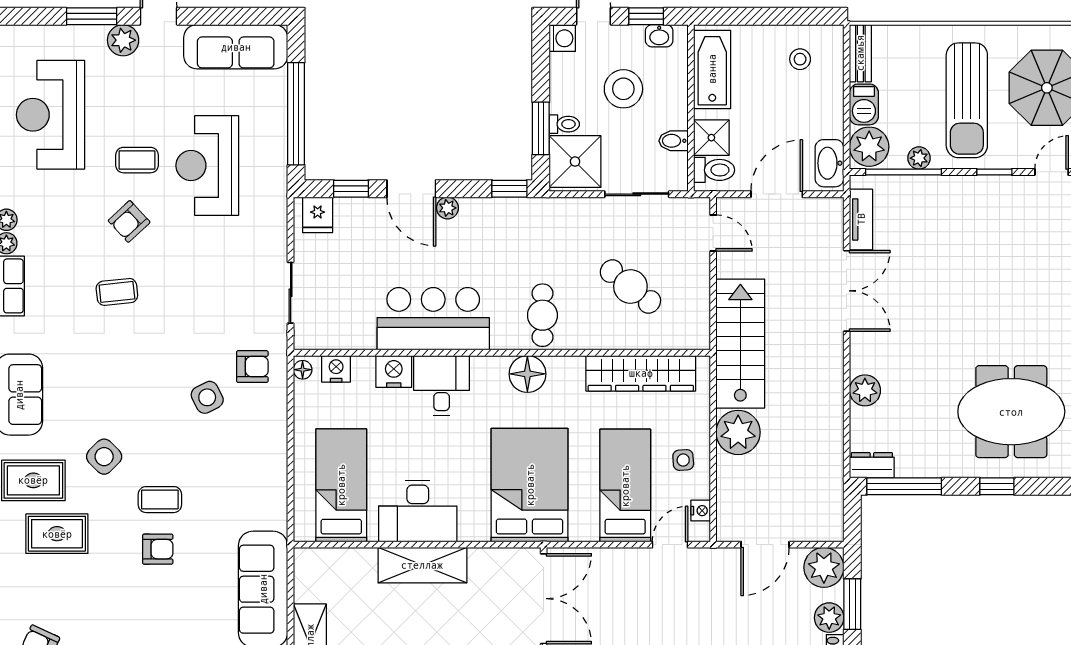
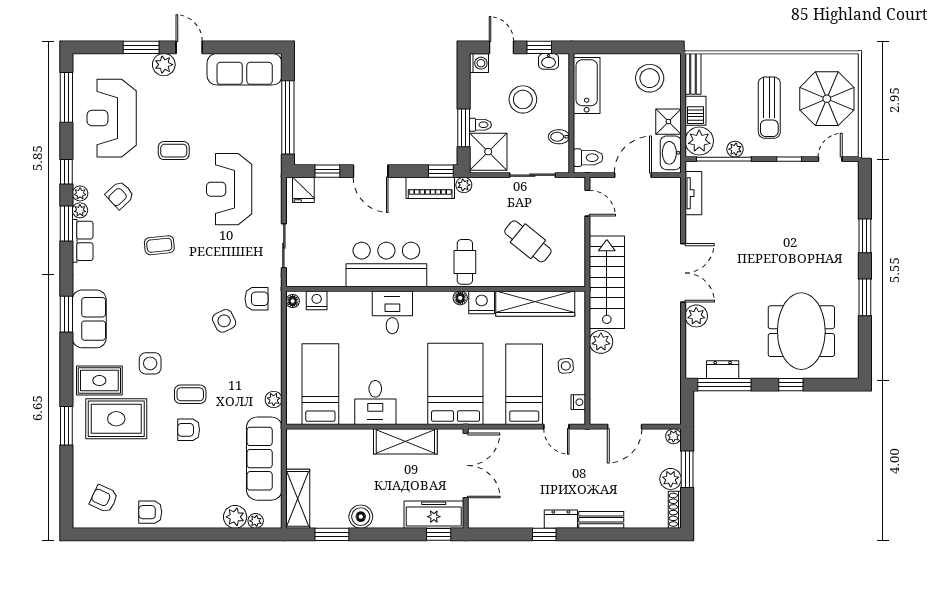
stool: (800, 59) -> (650, 78), width x1.89, depth x1.89
sun lounger: (967, 100) -> (769, 108), width x0.73, depth x0.75
shower: (711, 138) -> (668, 122), moved
reception desk: (207, 166) -> (229, 189), moved
plant: (447, 208) -> (464, 185), moved
piano: (494, 212) -> (430, 188), added
armchair: (129, 221) -> (120, 195), moved
double door: (847, 291) -> (683, 273), moved
nightstand: (394, 371) -> (482, 302), moved
floor lamp: (527, 374) -> (460, 298), width x0.53, depth x0.53
meeting table: (1011, 412) -> (801, 331), turned 90
plant: (738, 432) -> (601, 342), width x0.73, depth x0.73
side table: (104, 457) -> (150, 363), turned 45
dresser: (872, 465) -> (723, 370), moved
plant: (276, 507) -> (274, 399), added
desk: (418, 511) -> (375, 402), width x0.73
rug: (57, 534) -> (116, 419), width x1.36, depth x1.43
door: (670, 545) -> (556, 427), swing flipped
armchair: (158, 549) -> (189, 430), turned 180
shelving: (422, 565) -> (405, 441), moved
plant: (824, 567) -> (673, 436), width x0.53, depth x0.53

